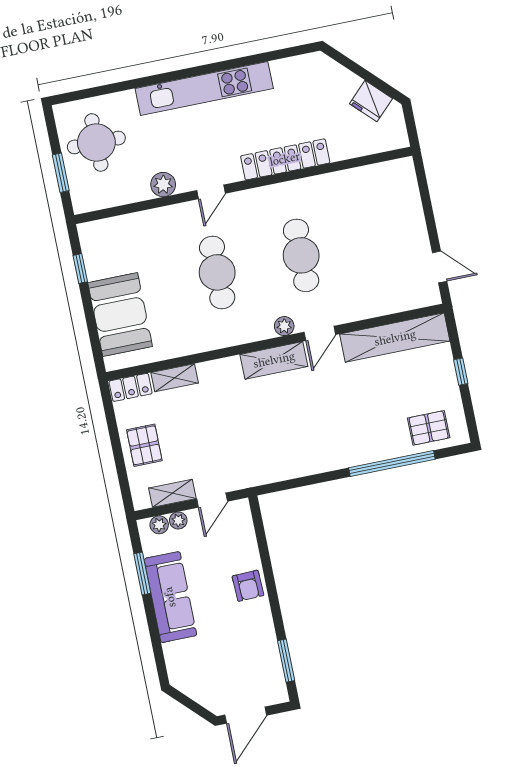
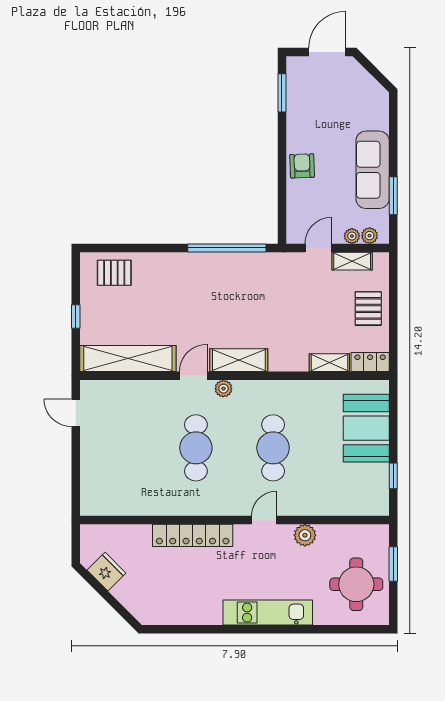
kitchen unit: (204, 89) -> (268, 613), width x0.73
window: (392, 463) -> (227, 248), moved

